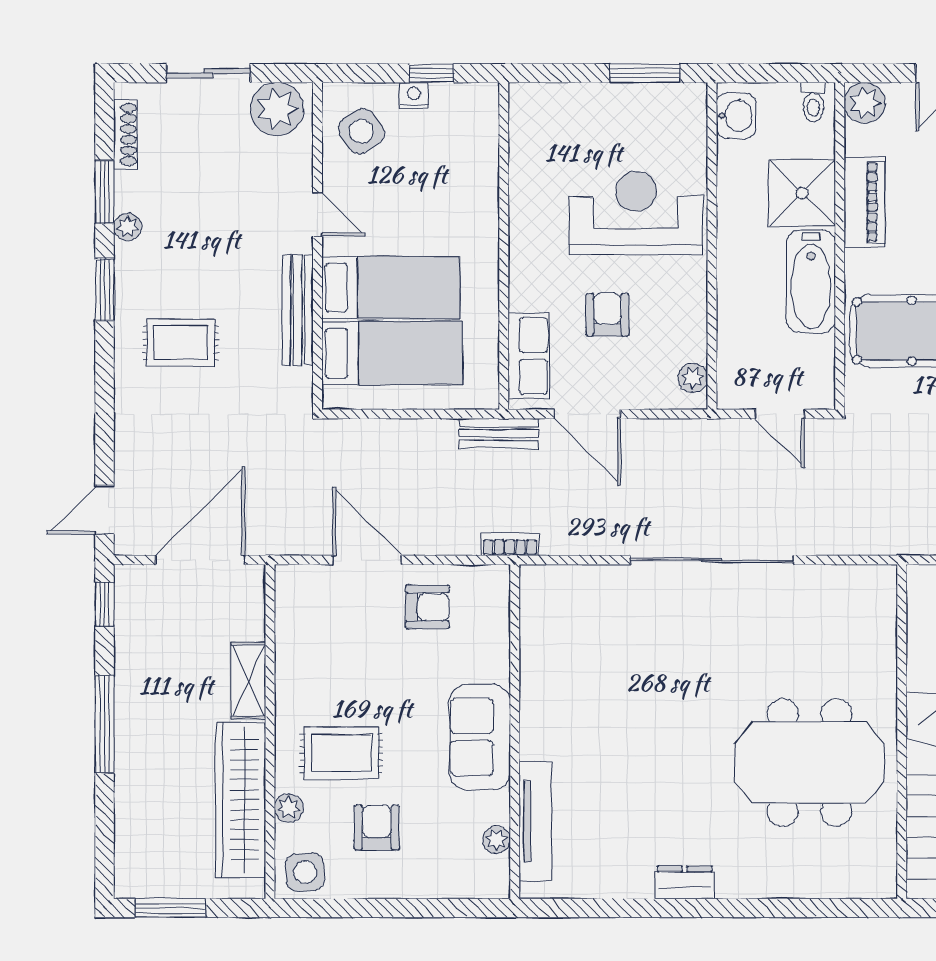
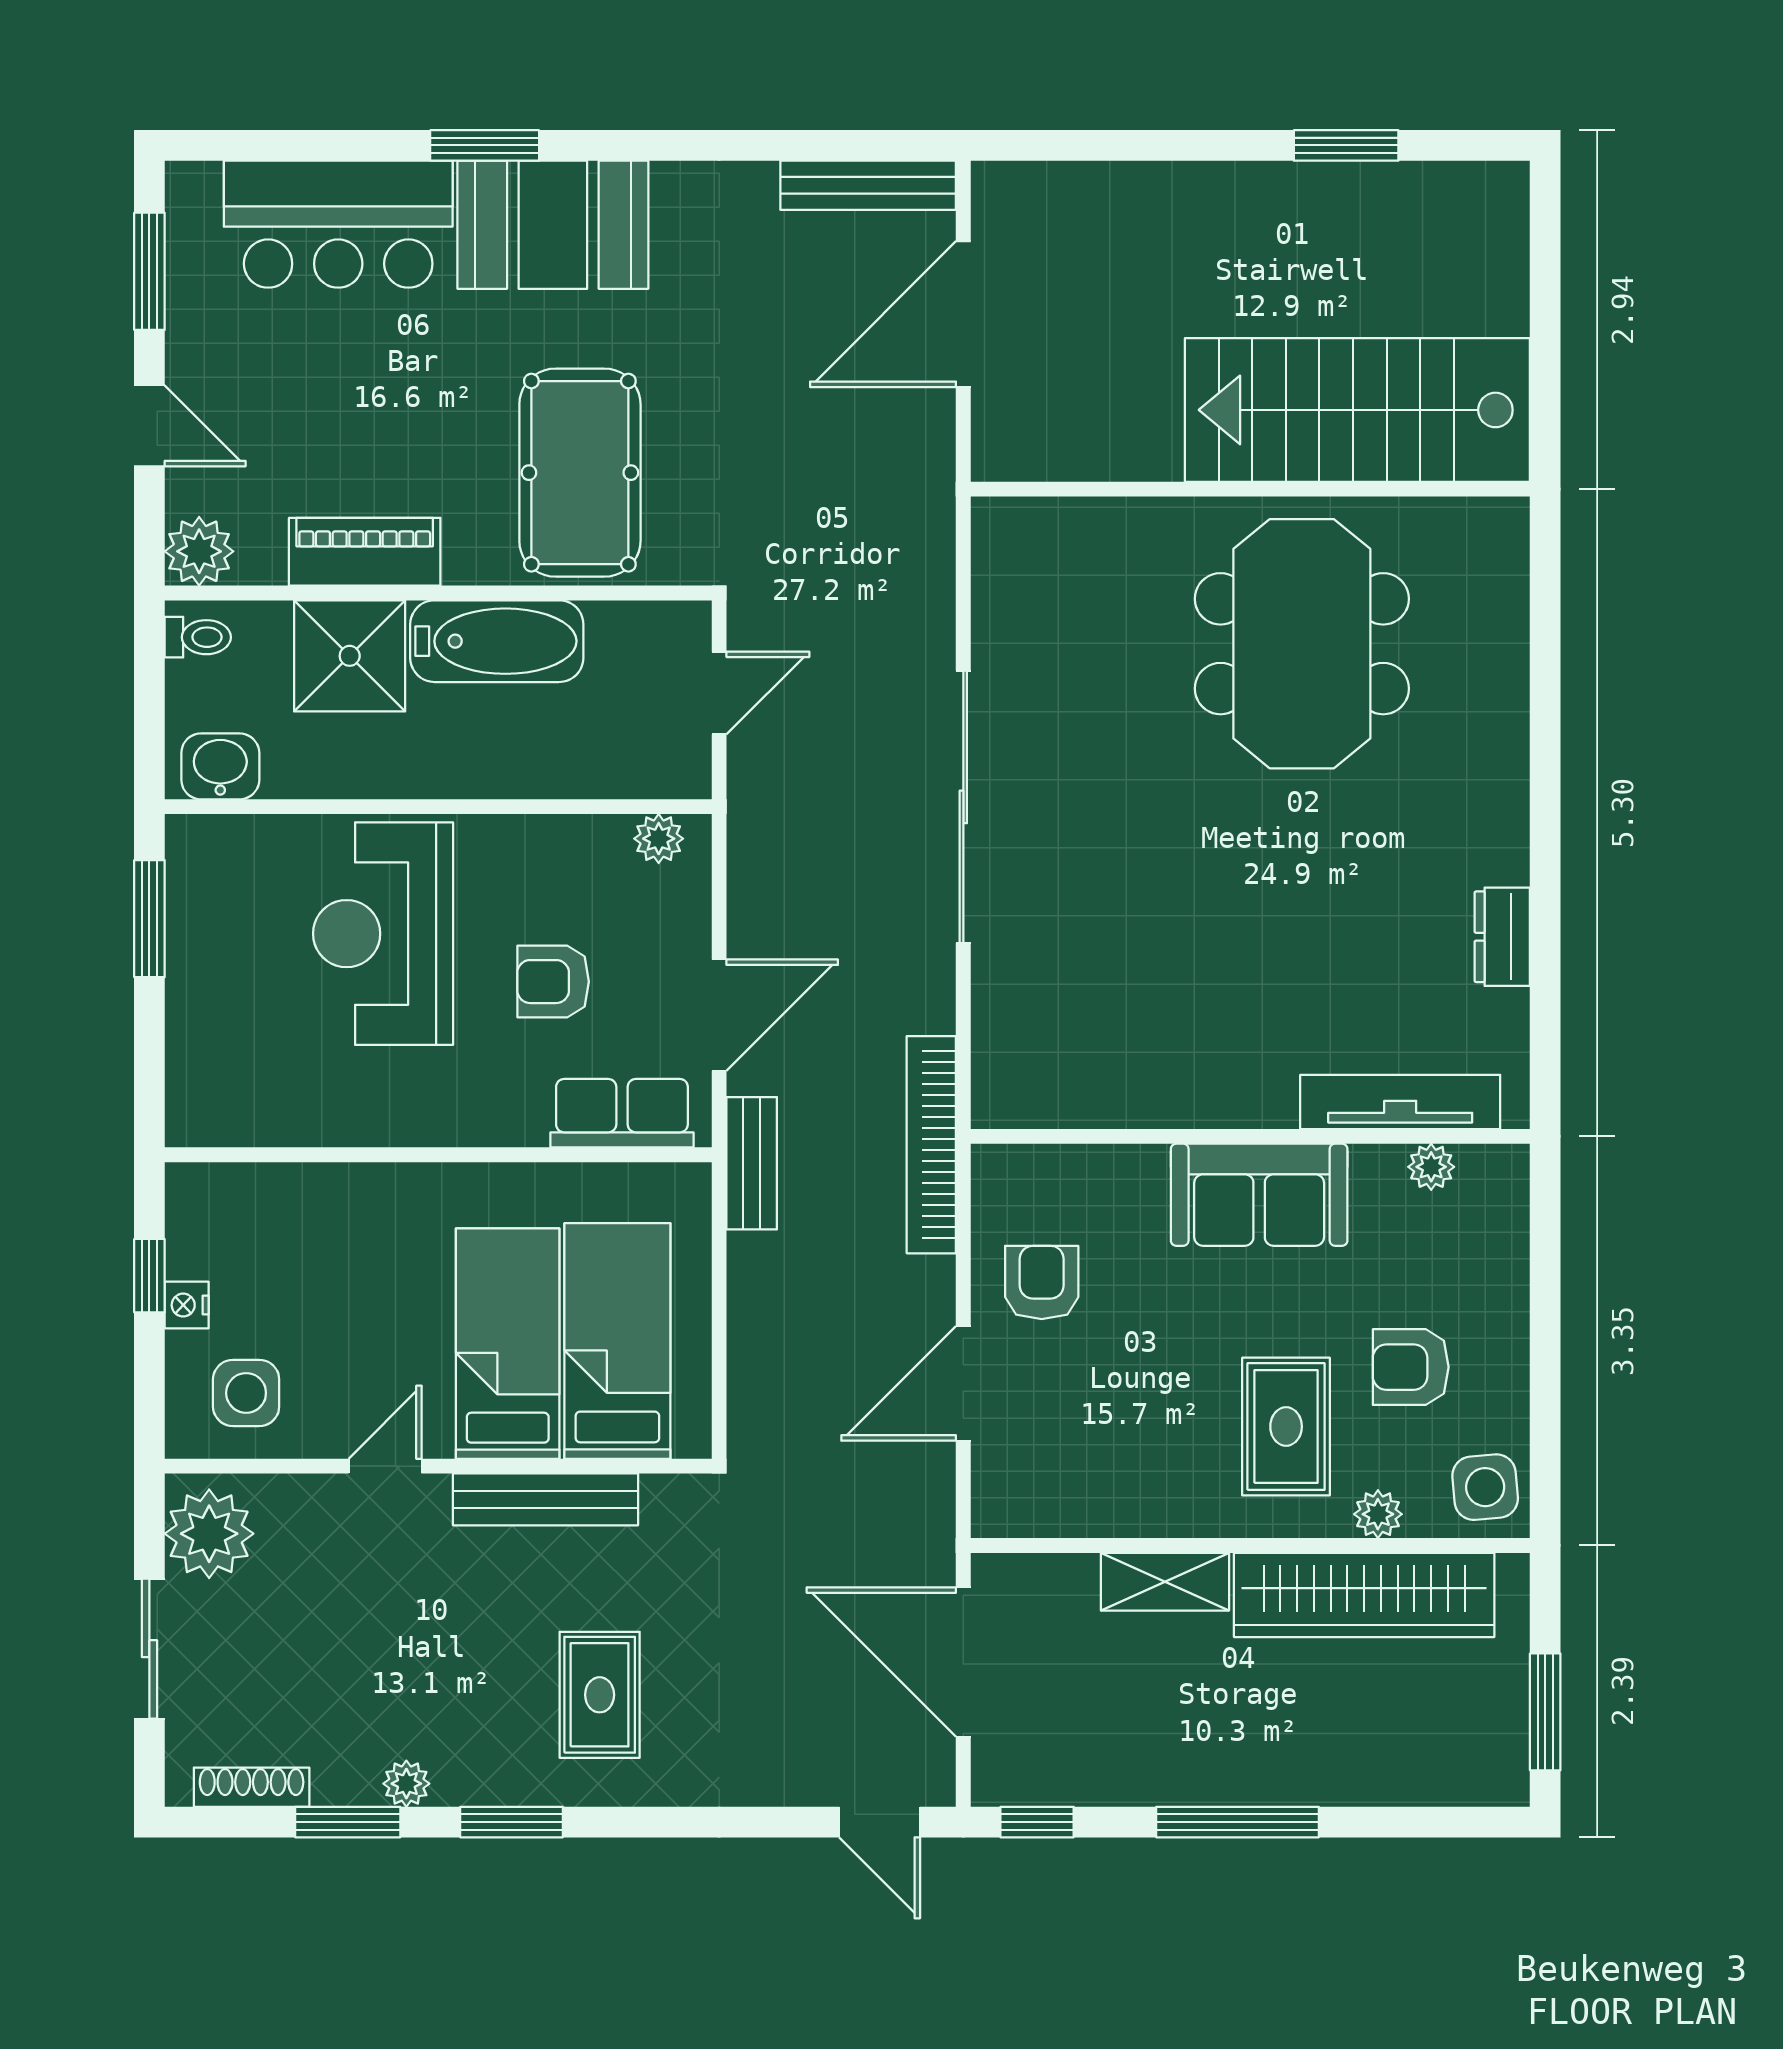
side table: (361, 131) -> (246, 1393), turned 34
bookcase: (510, 544) -> (931, 1145), width x2.31, depth x1.31
dresser: (685, 882) -> (1502, 937), moved

